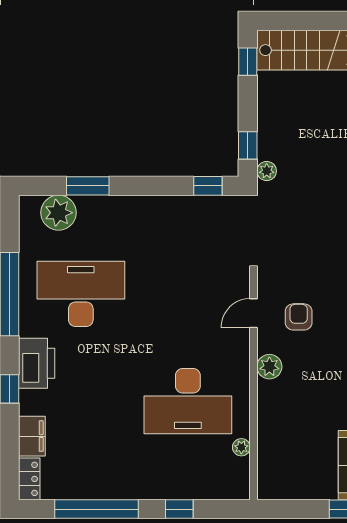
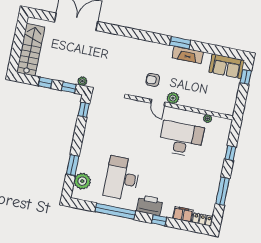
window: (248, 62) -> (45, 83), moved
door: (254, 313) -> (158, 103), moved
desk: (188, 401) -> (181, 139), turned -90
window: (96, 509) -> (223, 191), width x0.68

